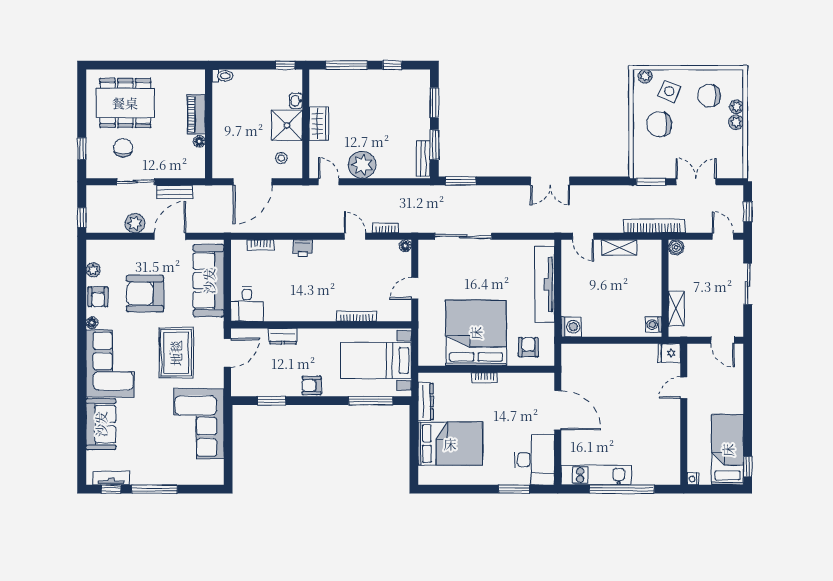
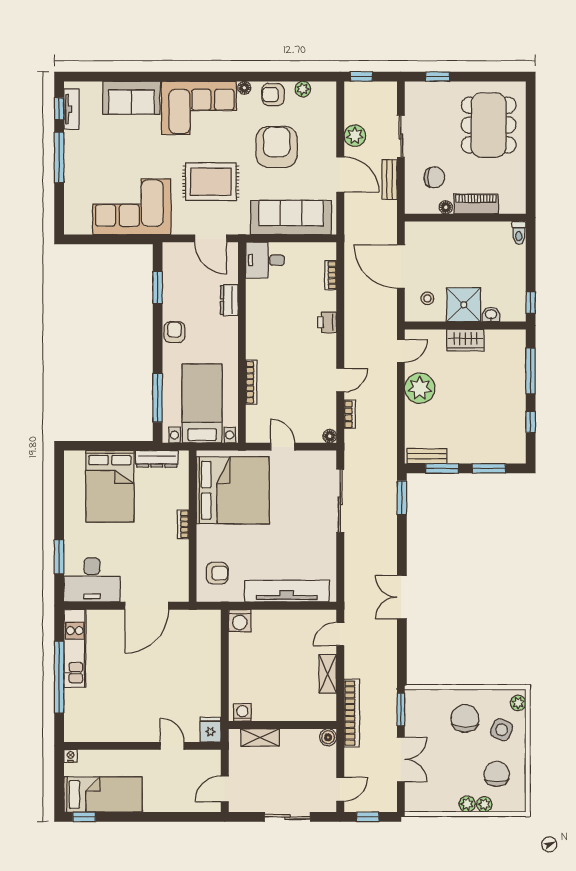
chair: (123, 148) -> (434, 177), moved
bed: (476, 333) -> (233, 490), moved

